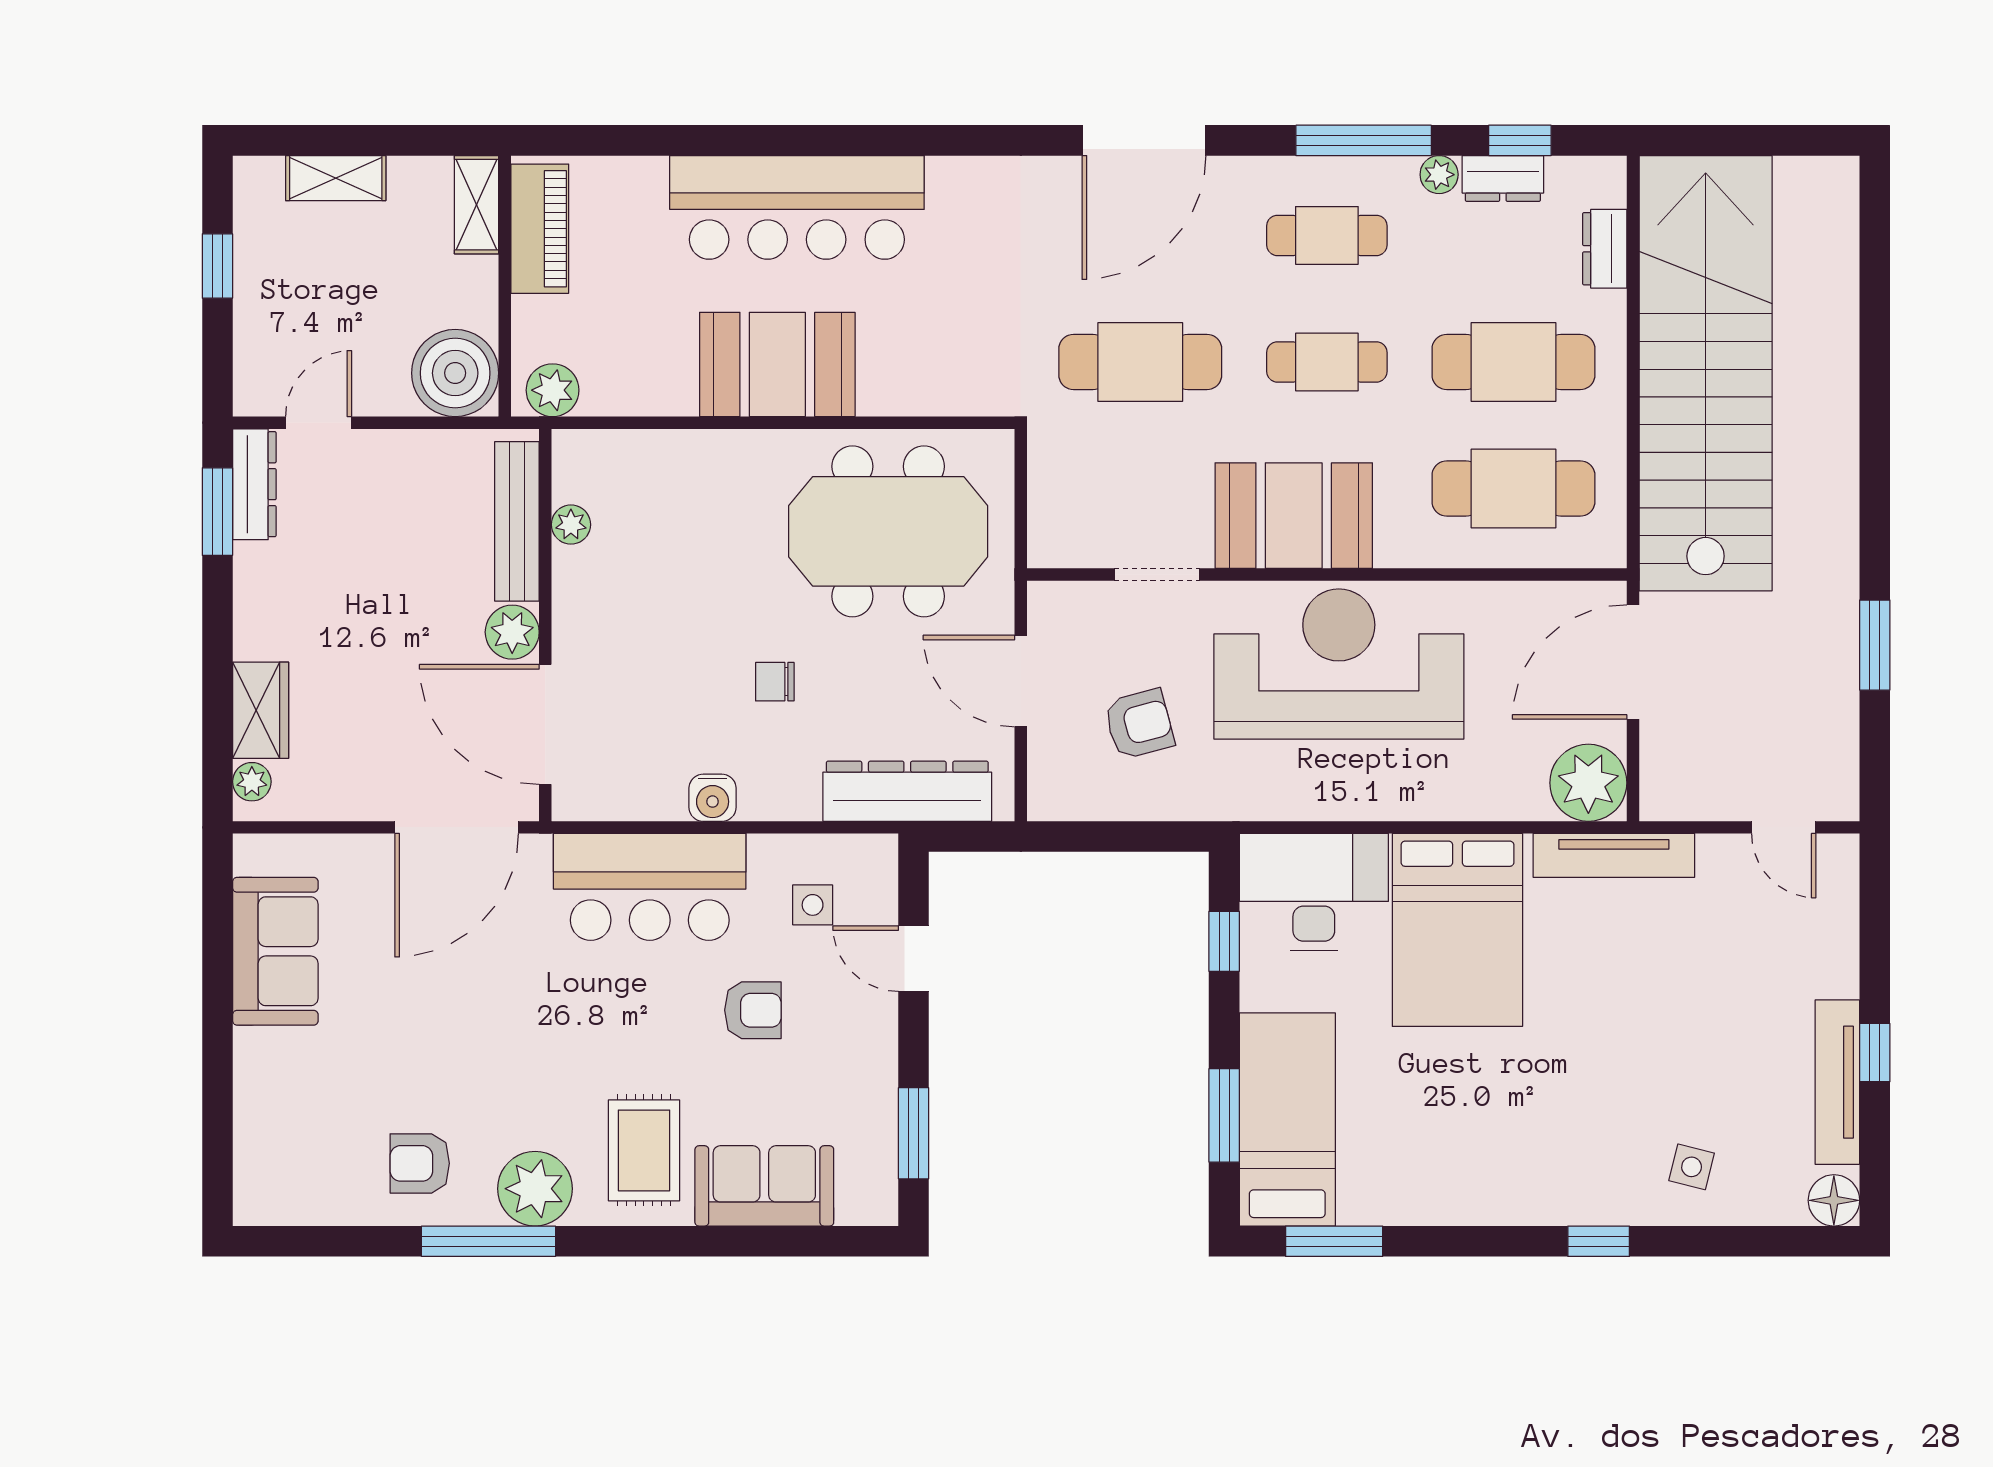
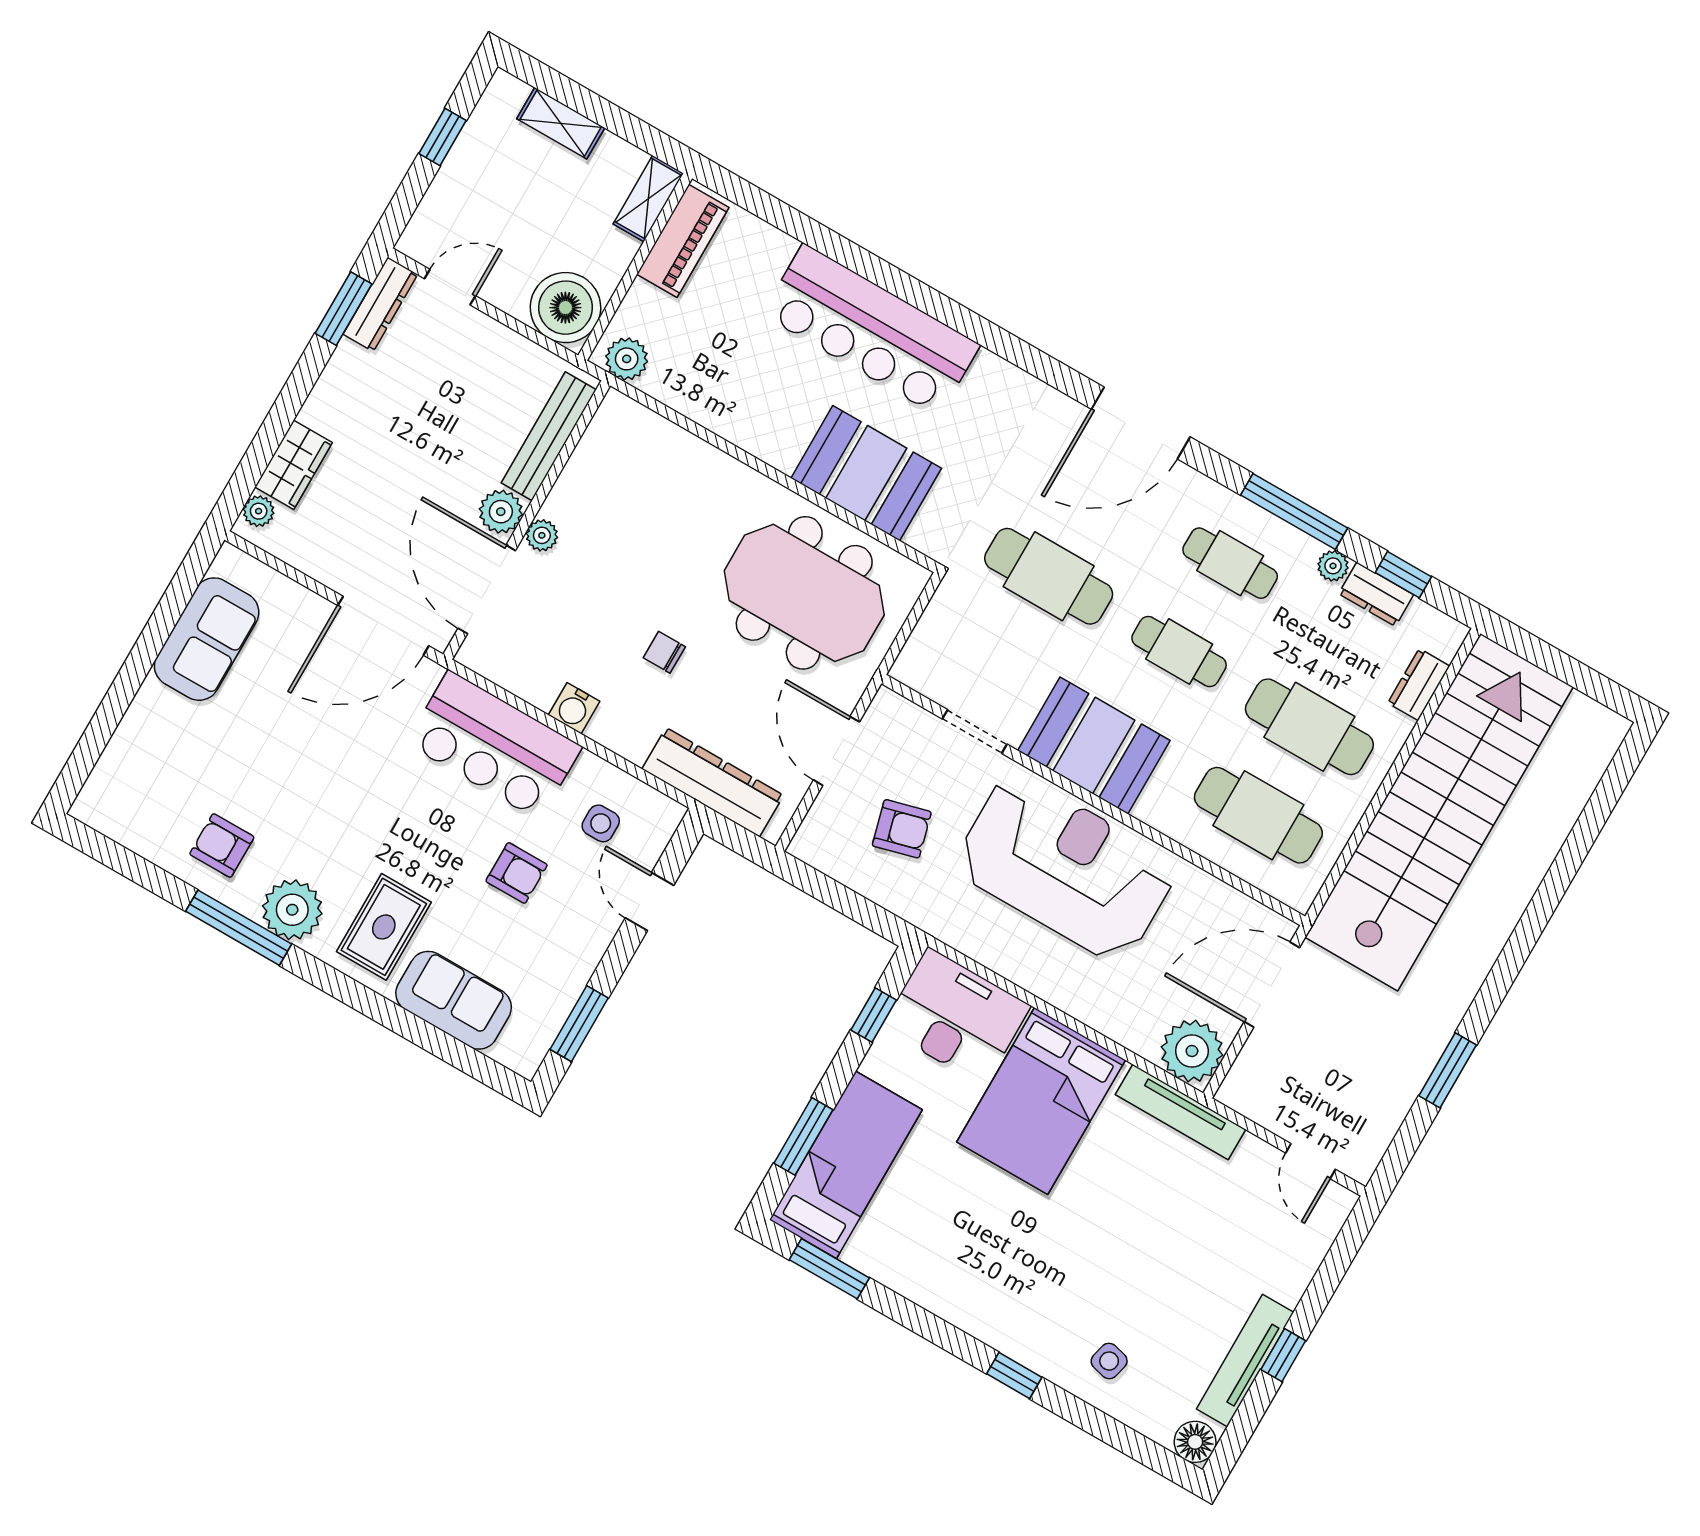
booth: (777, 364) -> (866, 473), moved
plant: (571, 525) -> (542, 535), moved

